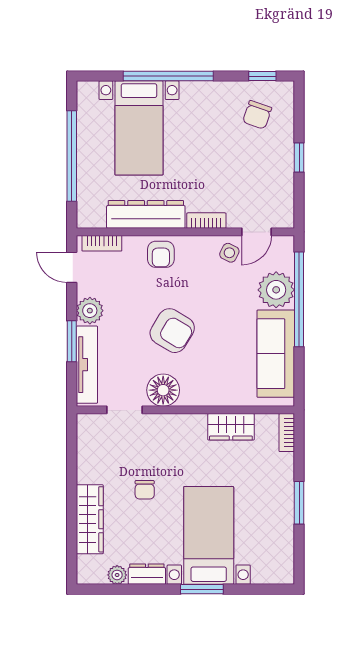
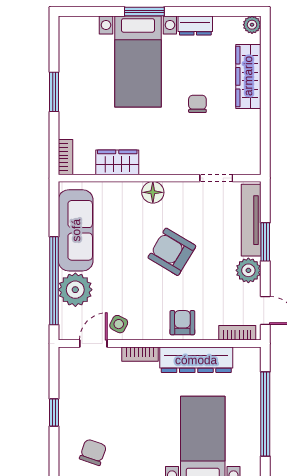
floor lamp: (163, 390) -> (153, 192), moved, width x0.73, depth x0.73
plant: (117, 575) -> (252, 25), moved

